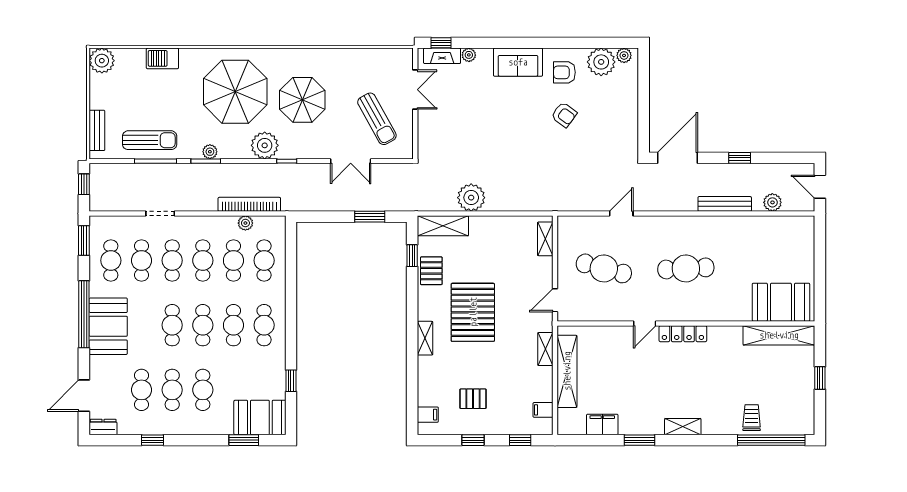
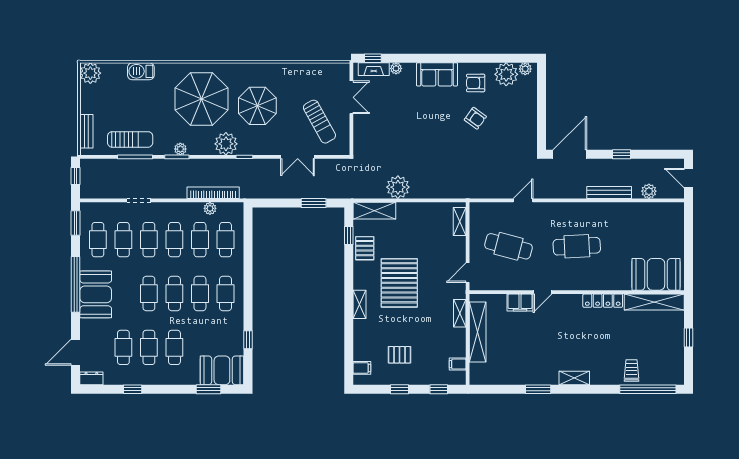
locker: (683, 334) -> (603, 301), moved
filing cabinet: (602, 424) -> (520, 302), moved, turned 180

